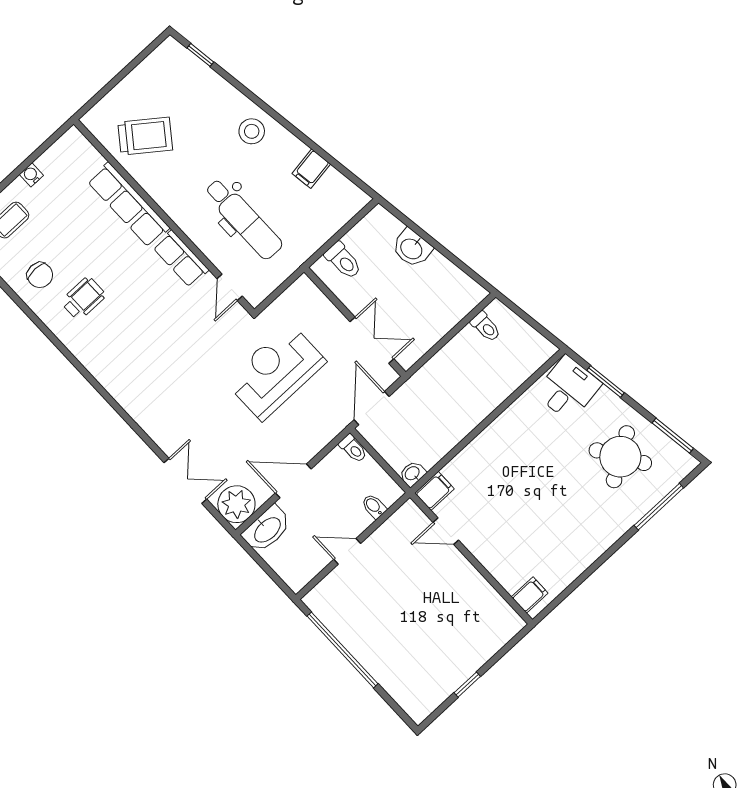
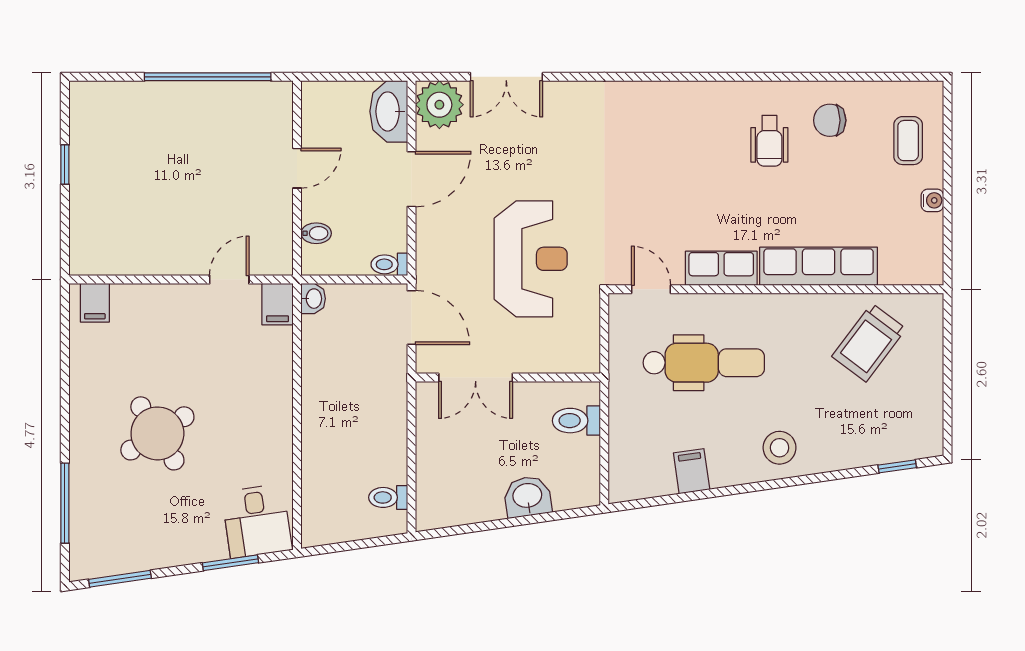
dental chair: (243, 219) -> (704, 363), turned 180
round table: (620, 457) -> (157, 433), moved

